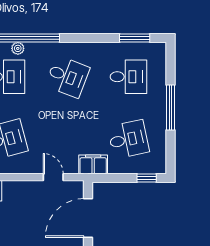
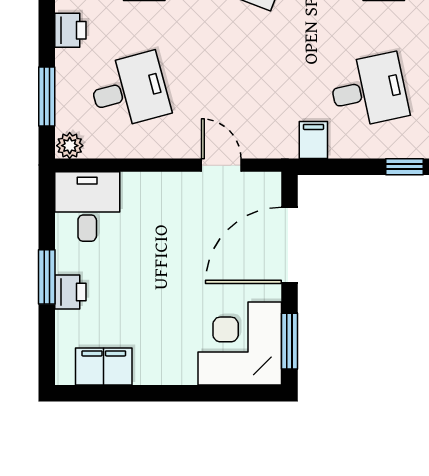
filing cabinet: (93, 164) -> (313, 140), width x0.50

